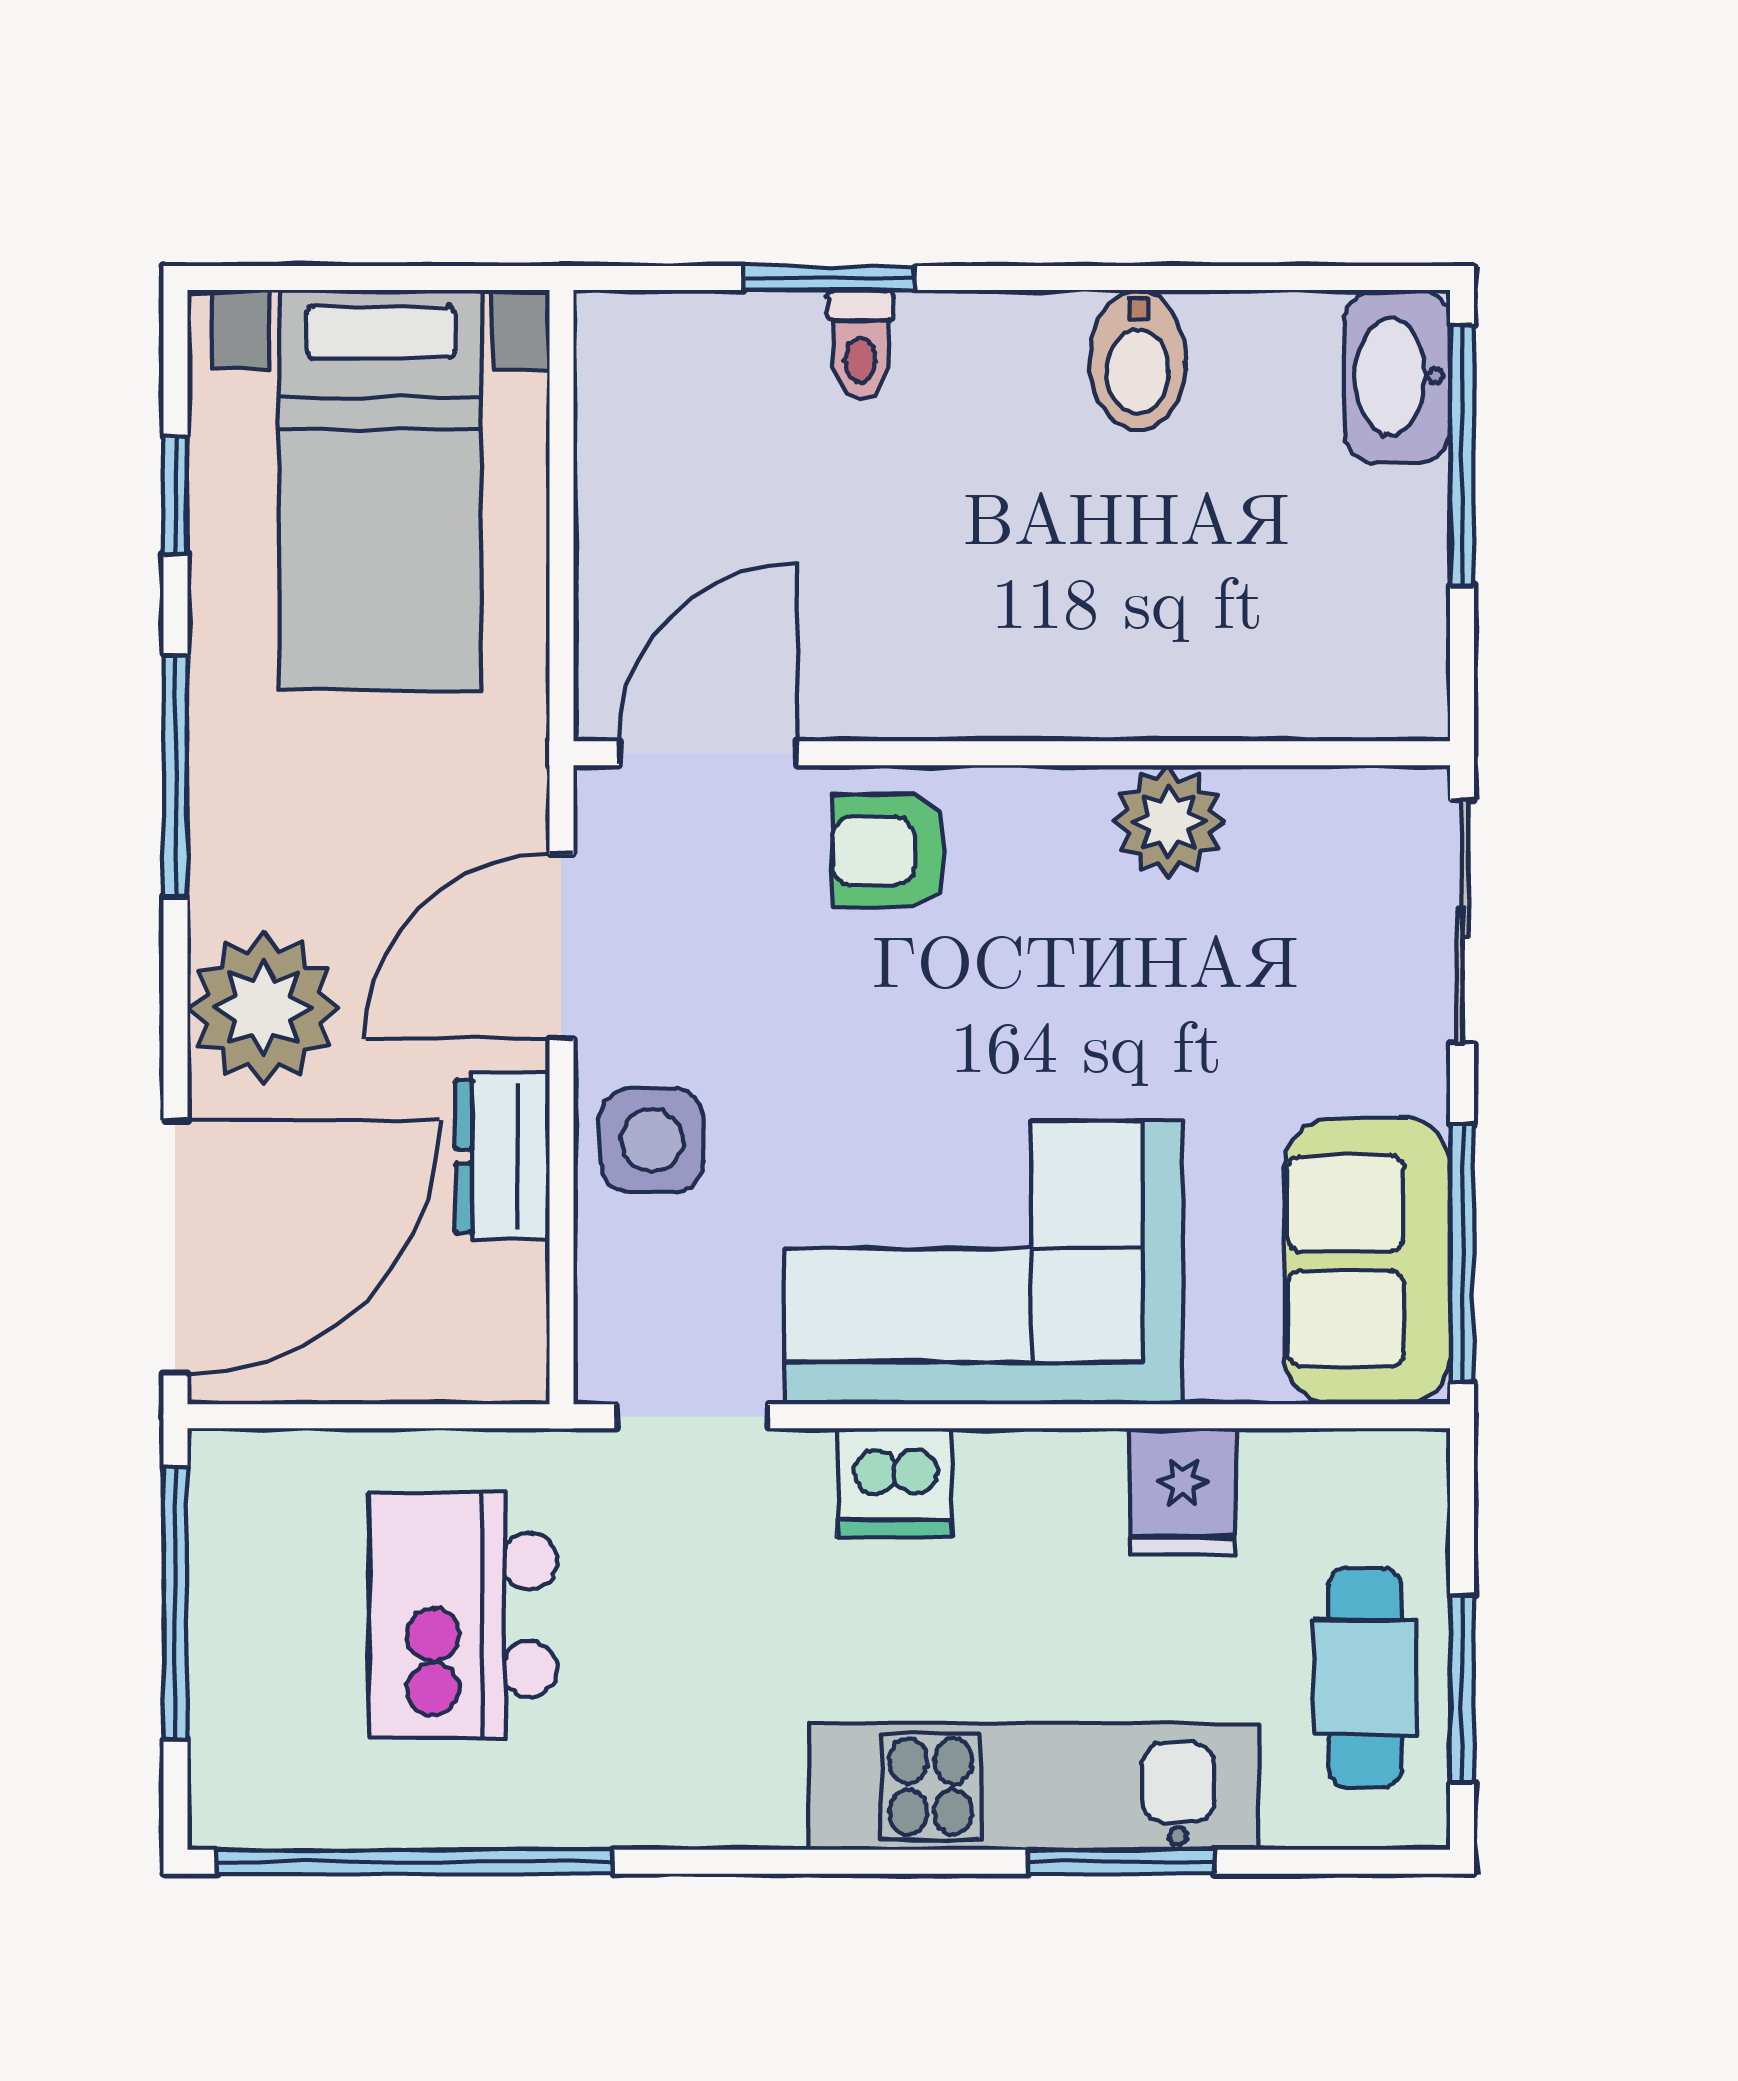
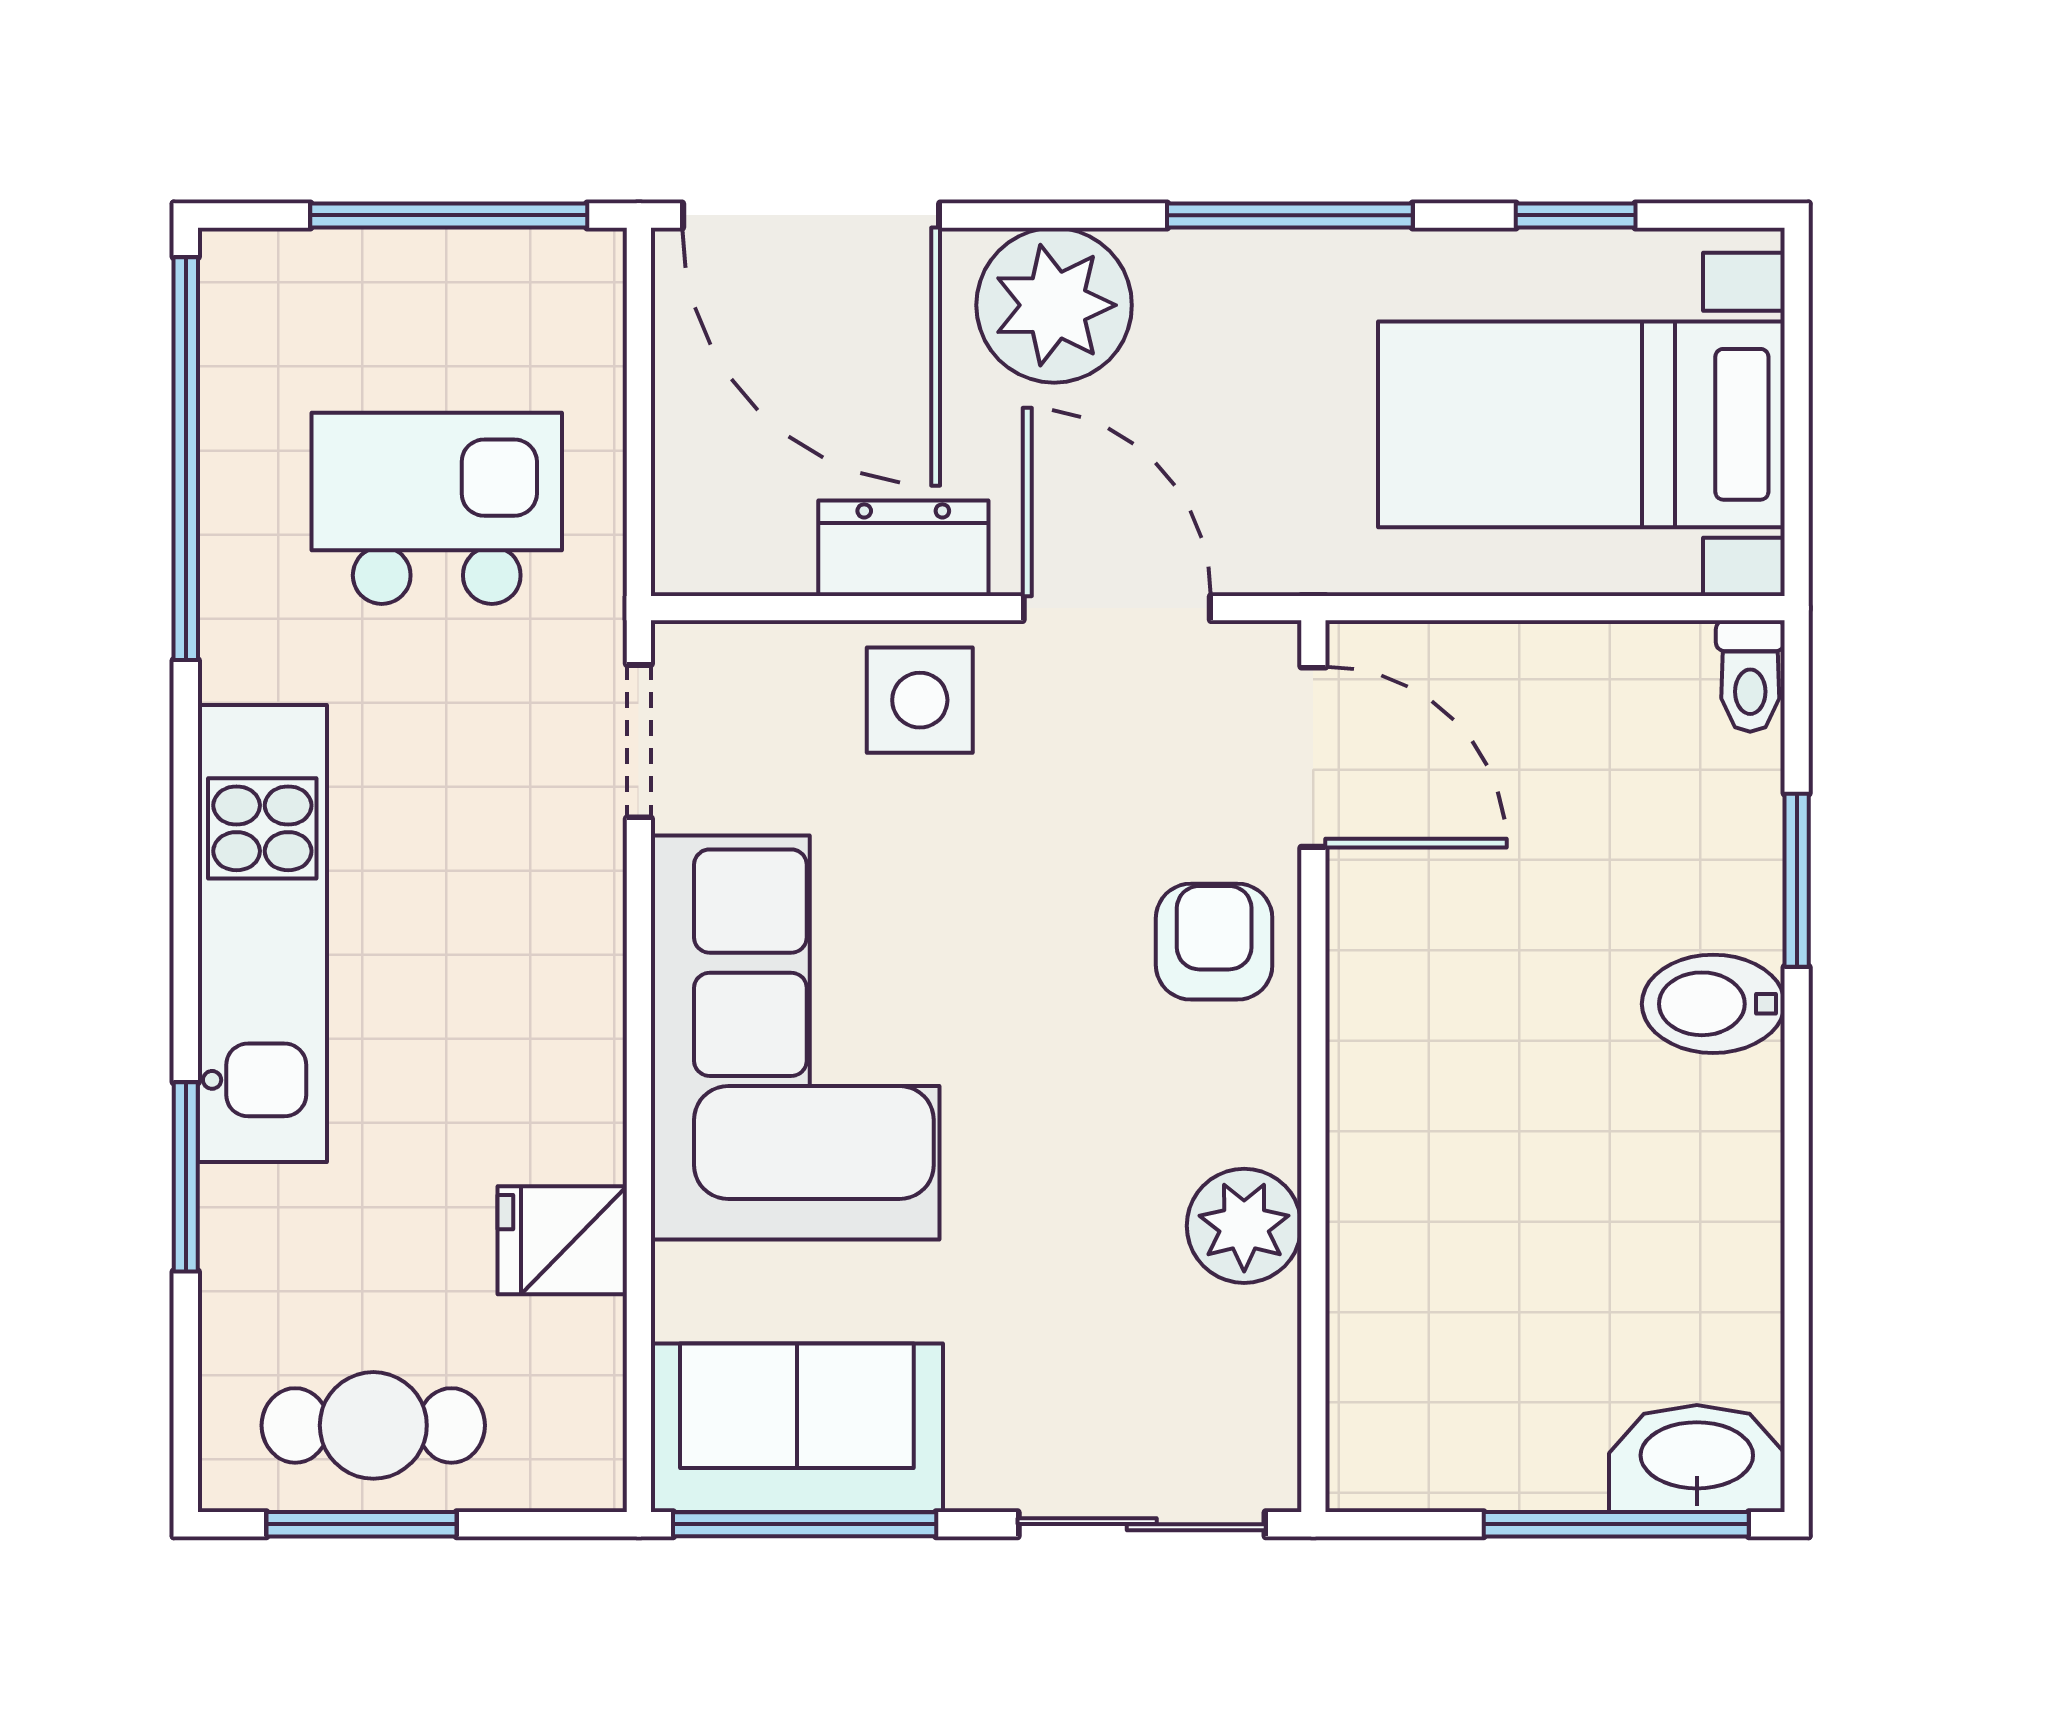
toilet: (860, 345) -> (1750, 676), moved, turned -90
bidet: (1138, 360) -> (1713, 1004), moved
dishwasher: (895, 1483) -> (572, 947), removed
kitchen unit: (1034, 1787) -> (262, 934), moved

